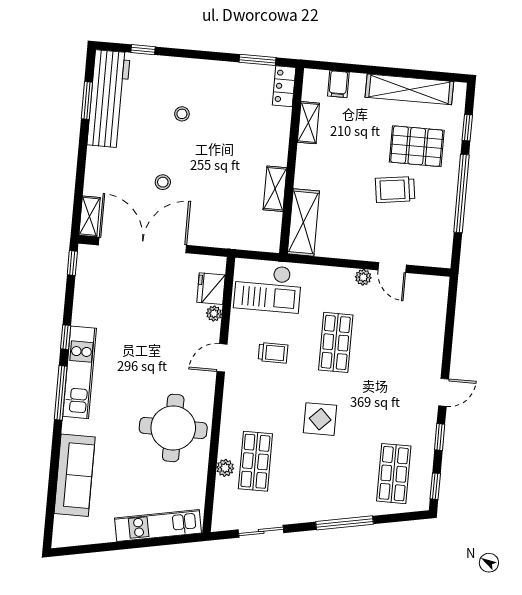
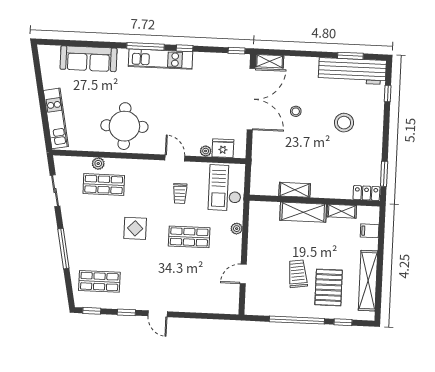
stool: (182, 114) -> (344, 123), width x1.89, depth x1.89
shelving: (303, 222) -> (303, 212), moved
plant: (363, 277) -> (237, 229), moved

